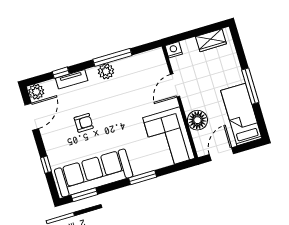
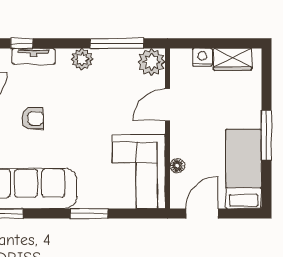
nightstand: (174, 50) -> (202, 57), moved
window: (112, 57) -> (117, 43), moved
plant: (155, 59) -> (151, 62), added
floor lamp: (197, 120) -> (177, 166), width x0.53, depth x0.53

